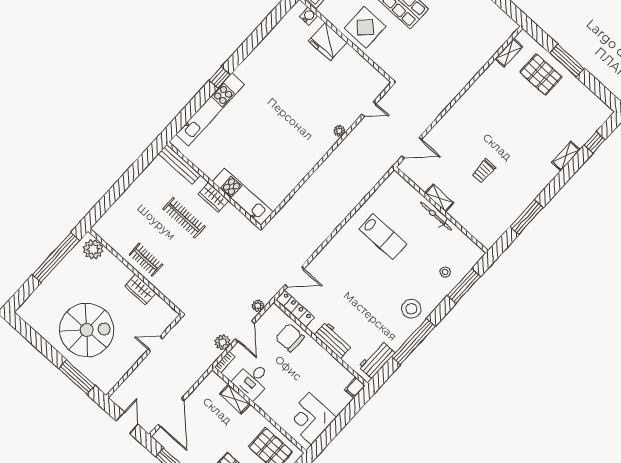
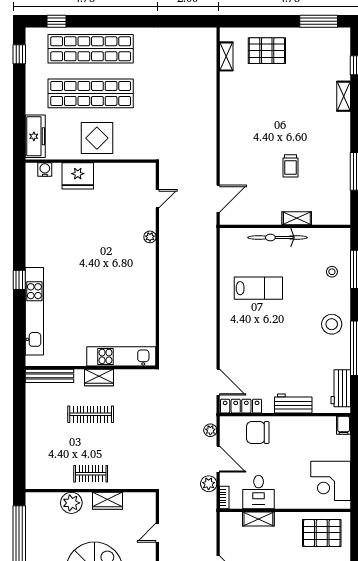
window: (567, 61) -> (319, 21), moved
shelving: (439, 198) -> (297, 218), moved
bicycle: (436, 216) -> (278, 238), width x1.37, depth x1.40
plant: (93, 249) -> (71, 503), moved
door: (294, 277) -> (218, 382), hinge flipped

